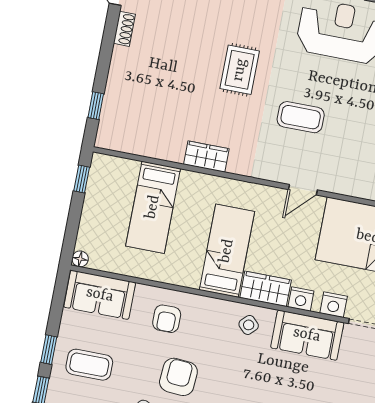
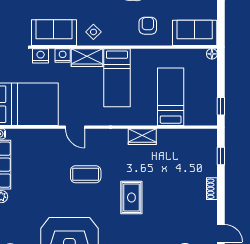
shoe rack: (124, 29) -> (212, 189), moved
door: (303, 190) -> (75, 127), swing flipped

